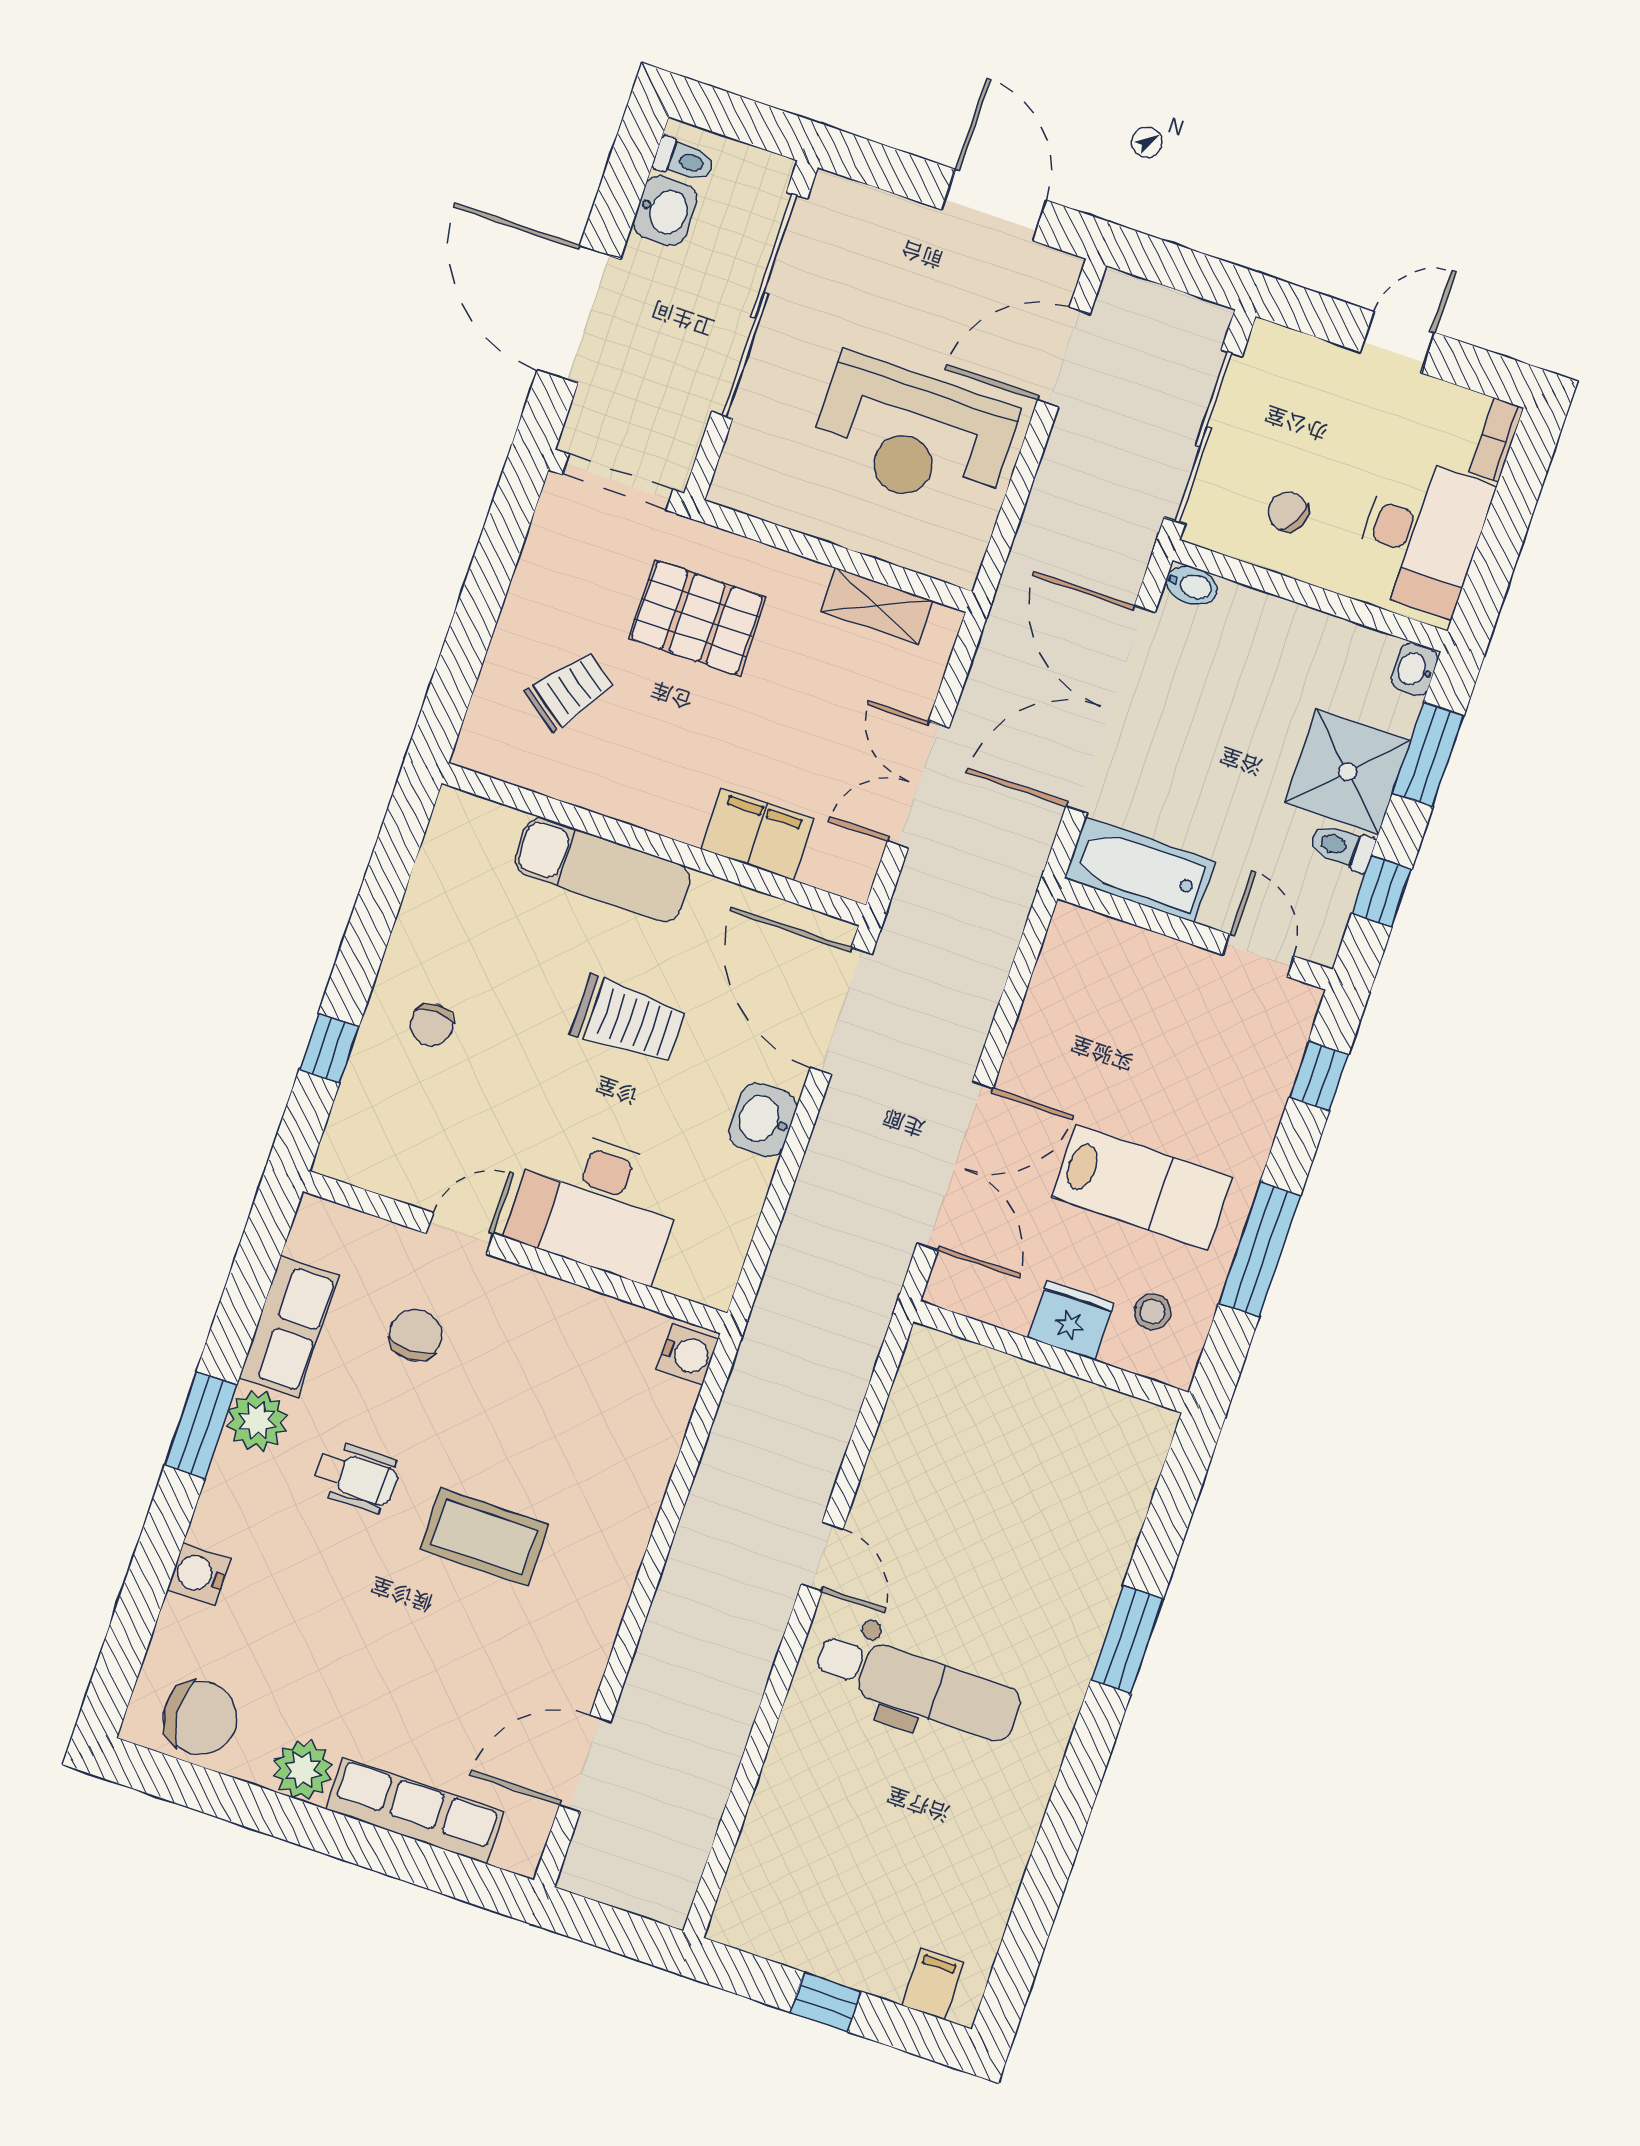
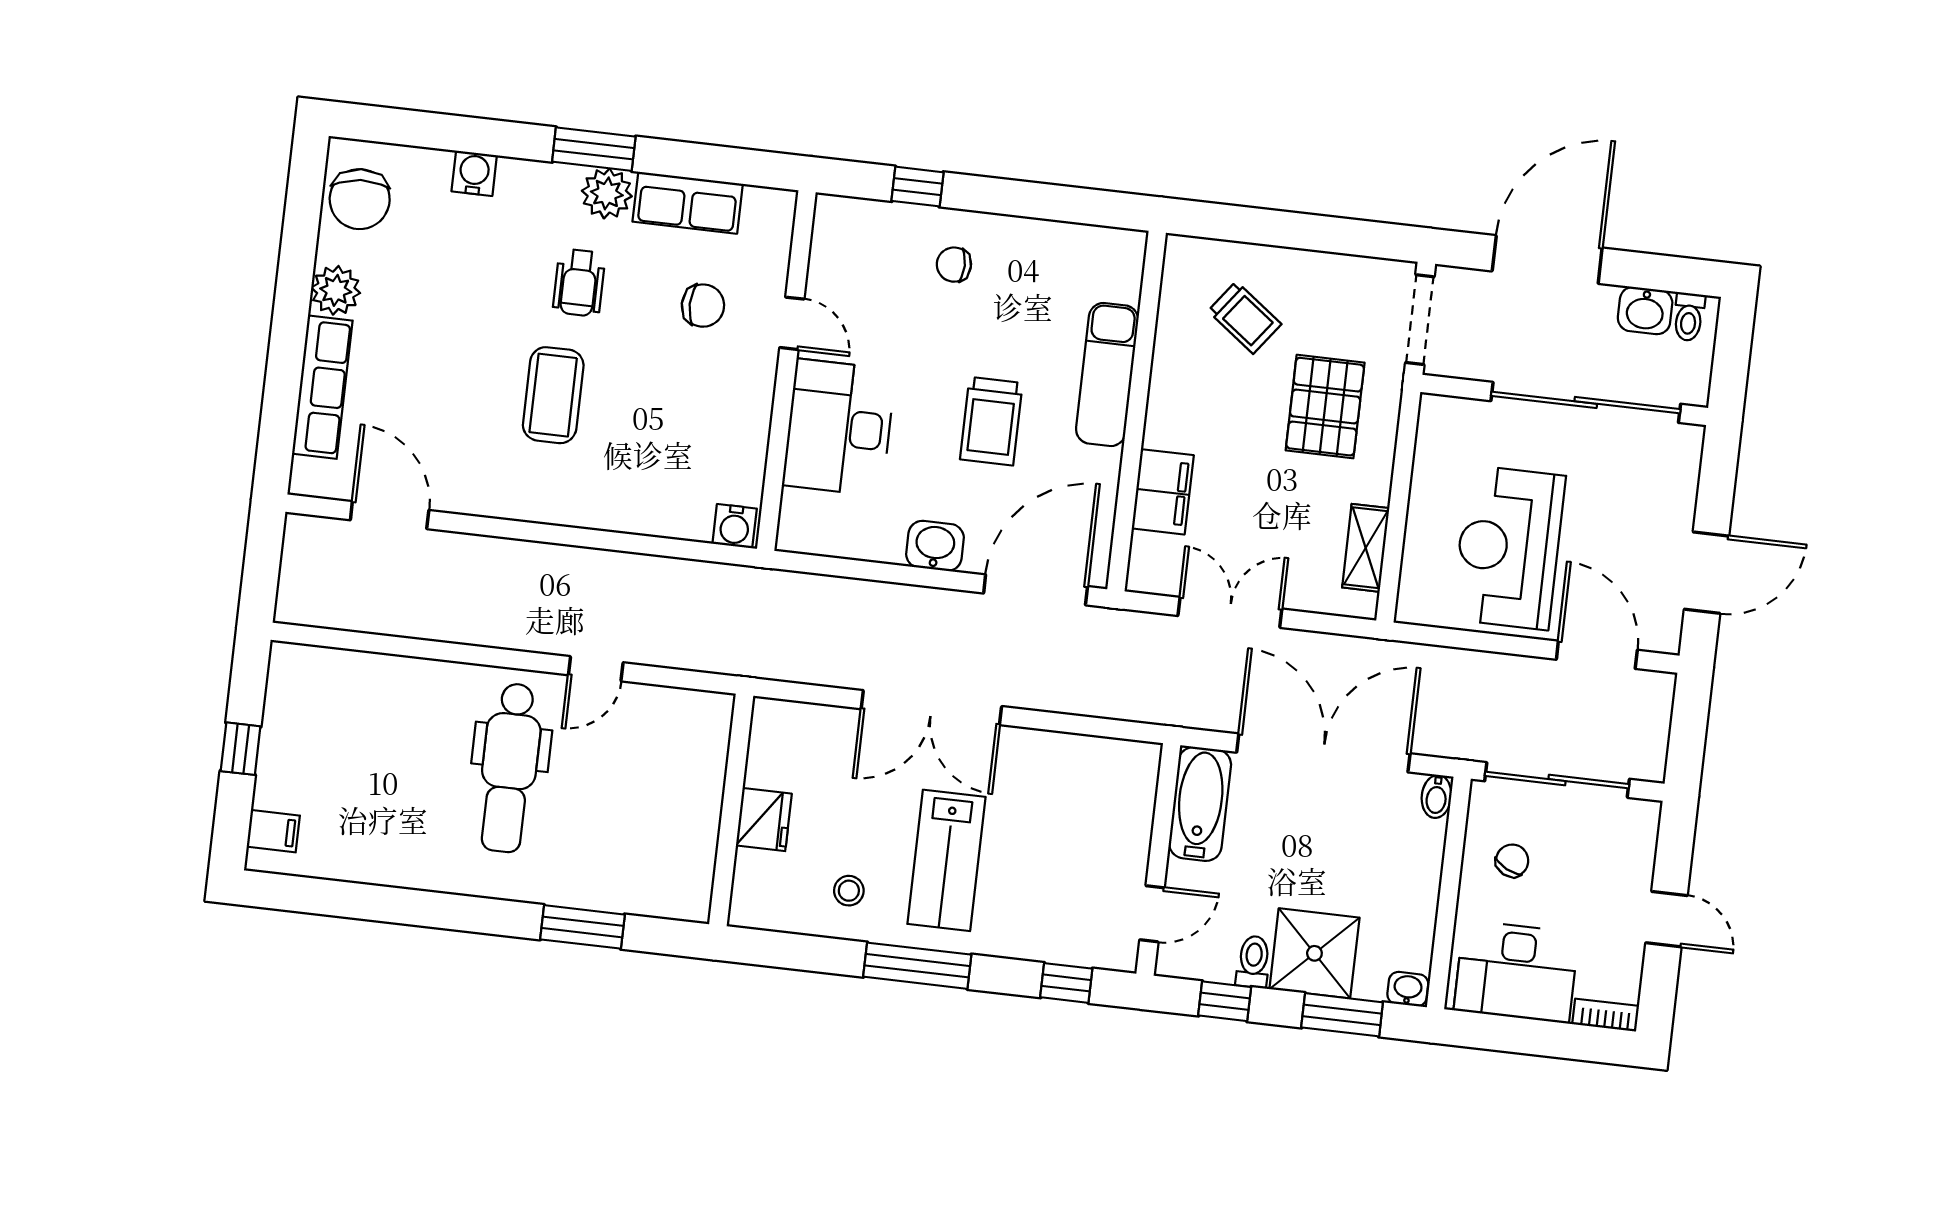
fridge: (1071, 1320) -> (764, 820), moved
wall: (1051, 1357) -> (731, 810), moved

